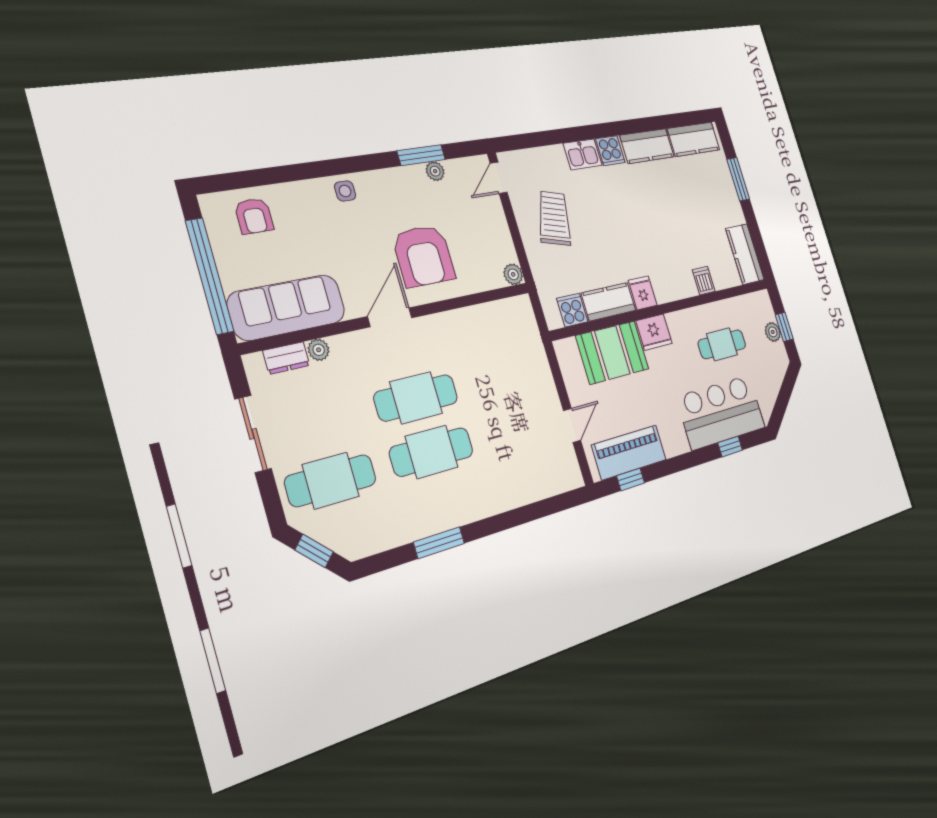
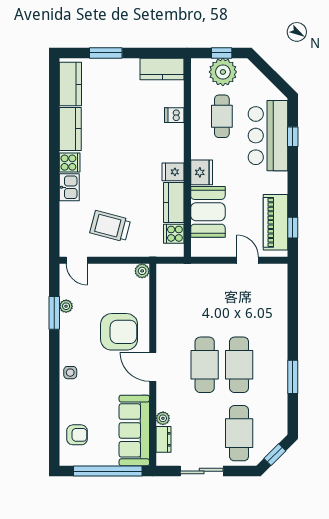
plant: (773, 332) -> (223, 72), width x1.88, depth x1.88

